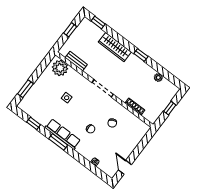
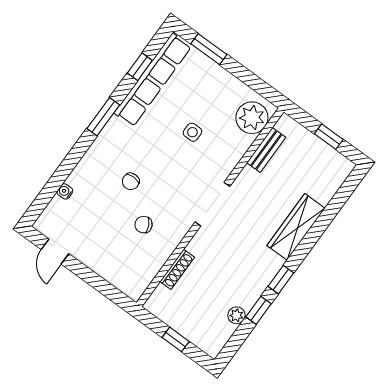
window: (98, 23) -> (259, 310), moved
row of seats: (63, 134) -> (153, 80), moved, width x1.36
door: (125, 167) -> (55, 251), swing flipped

